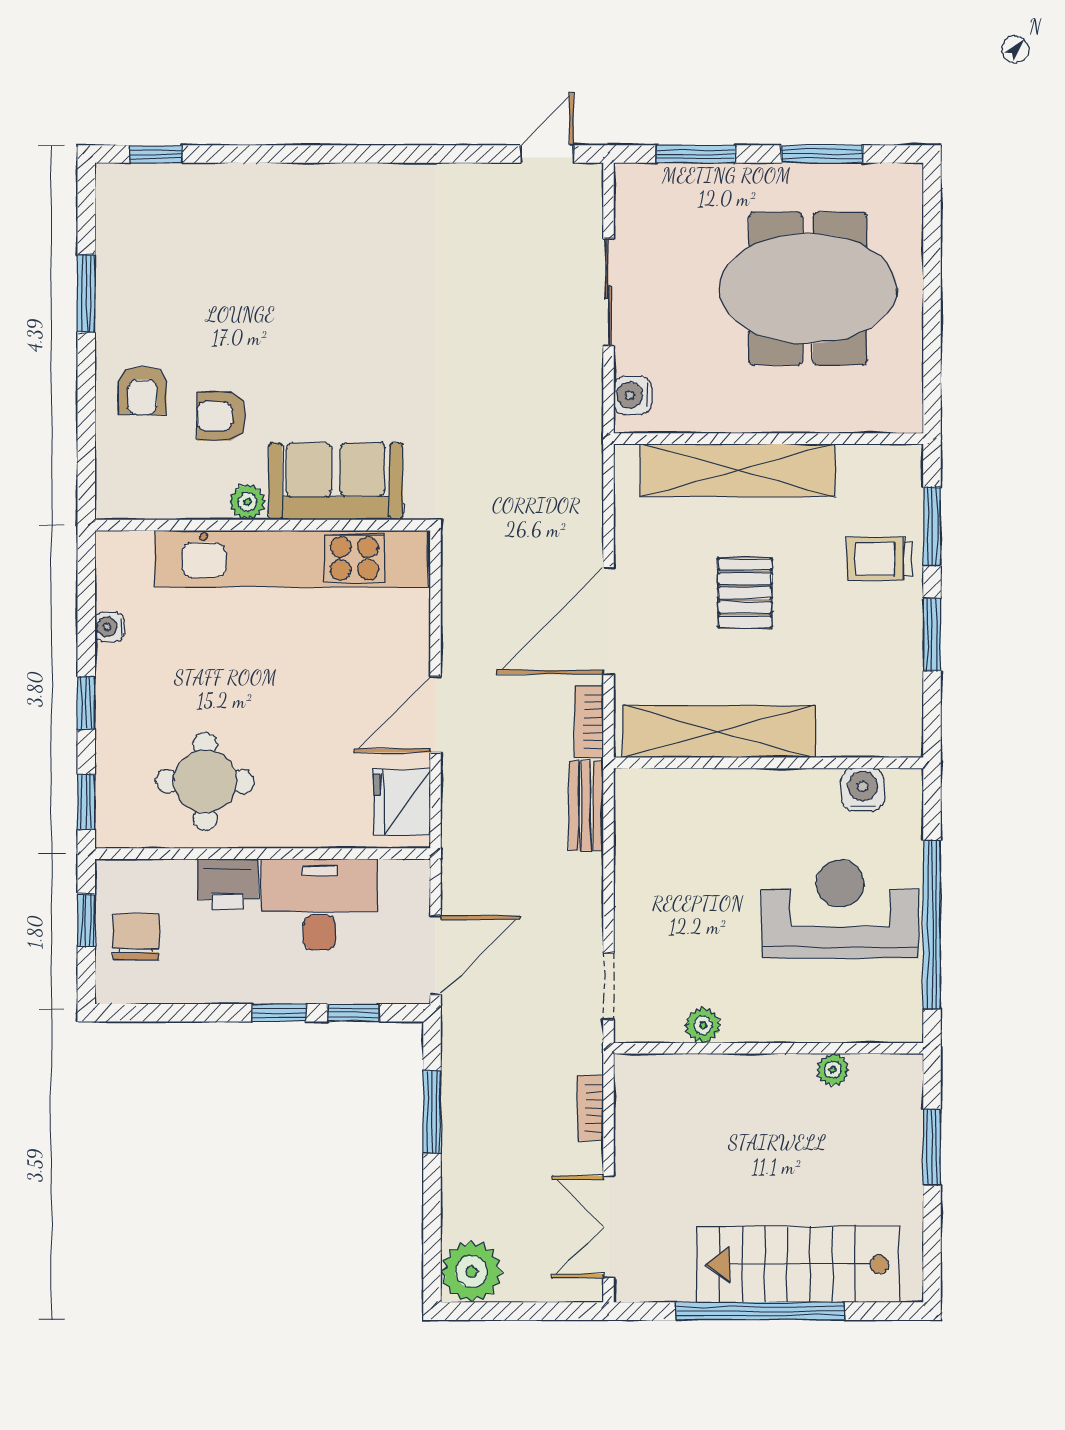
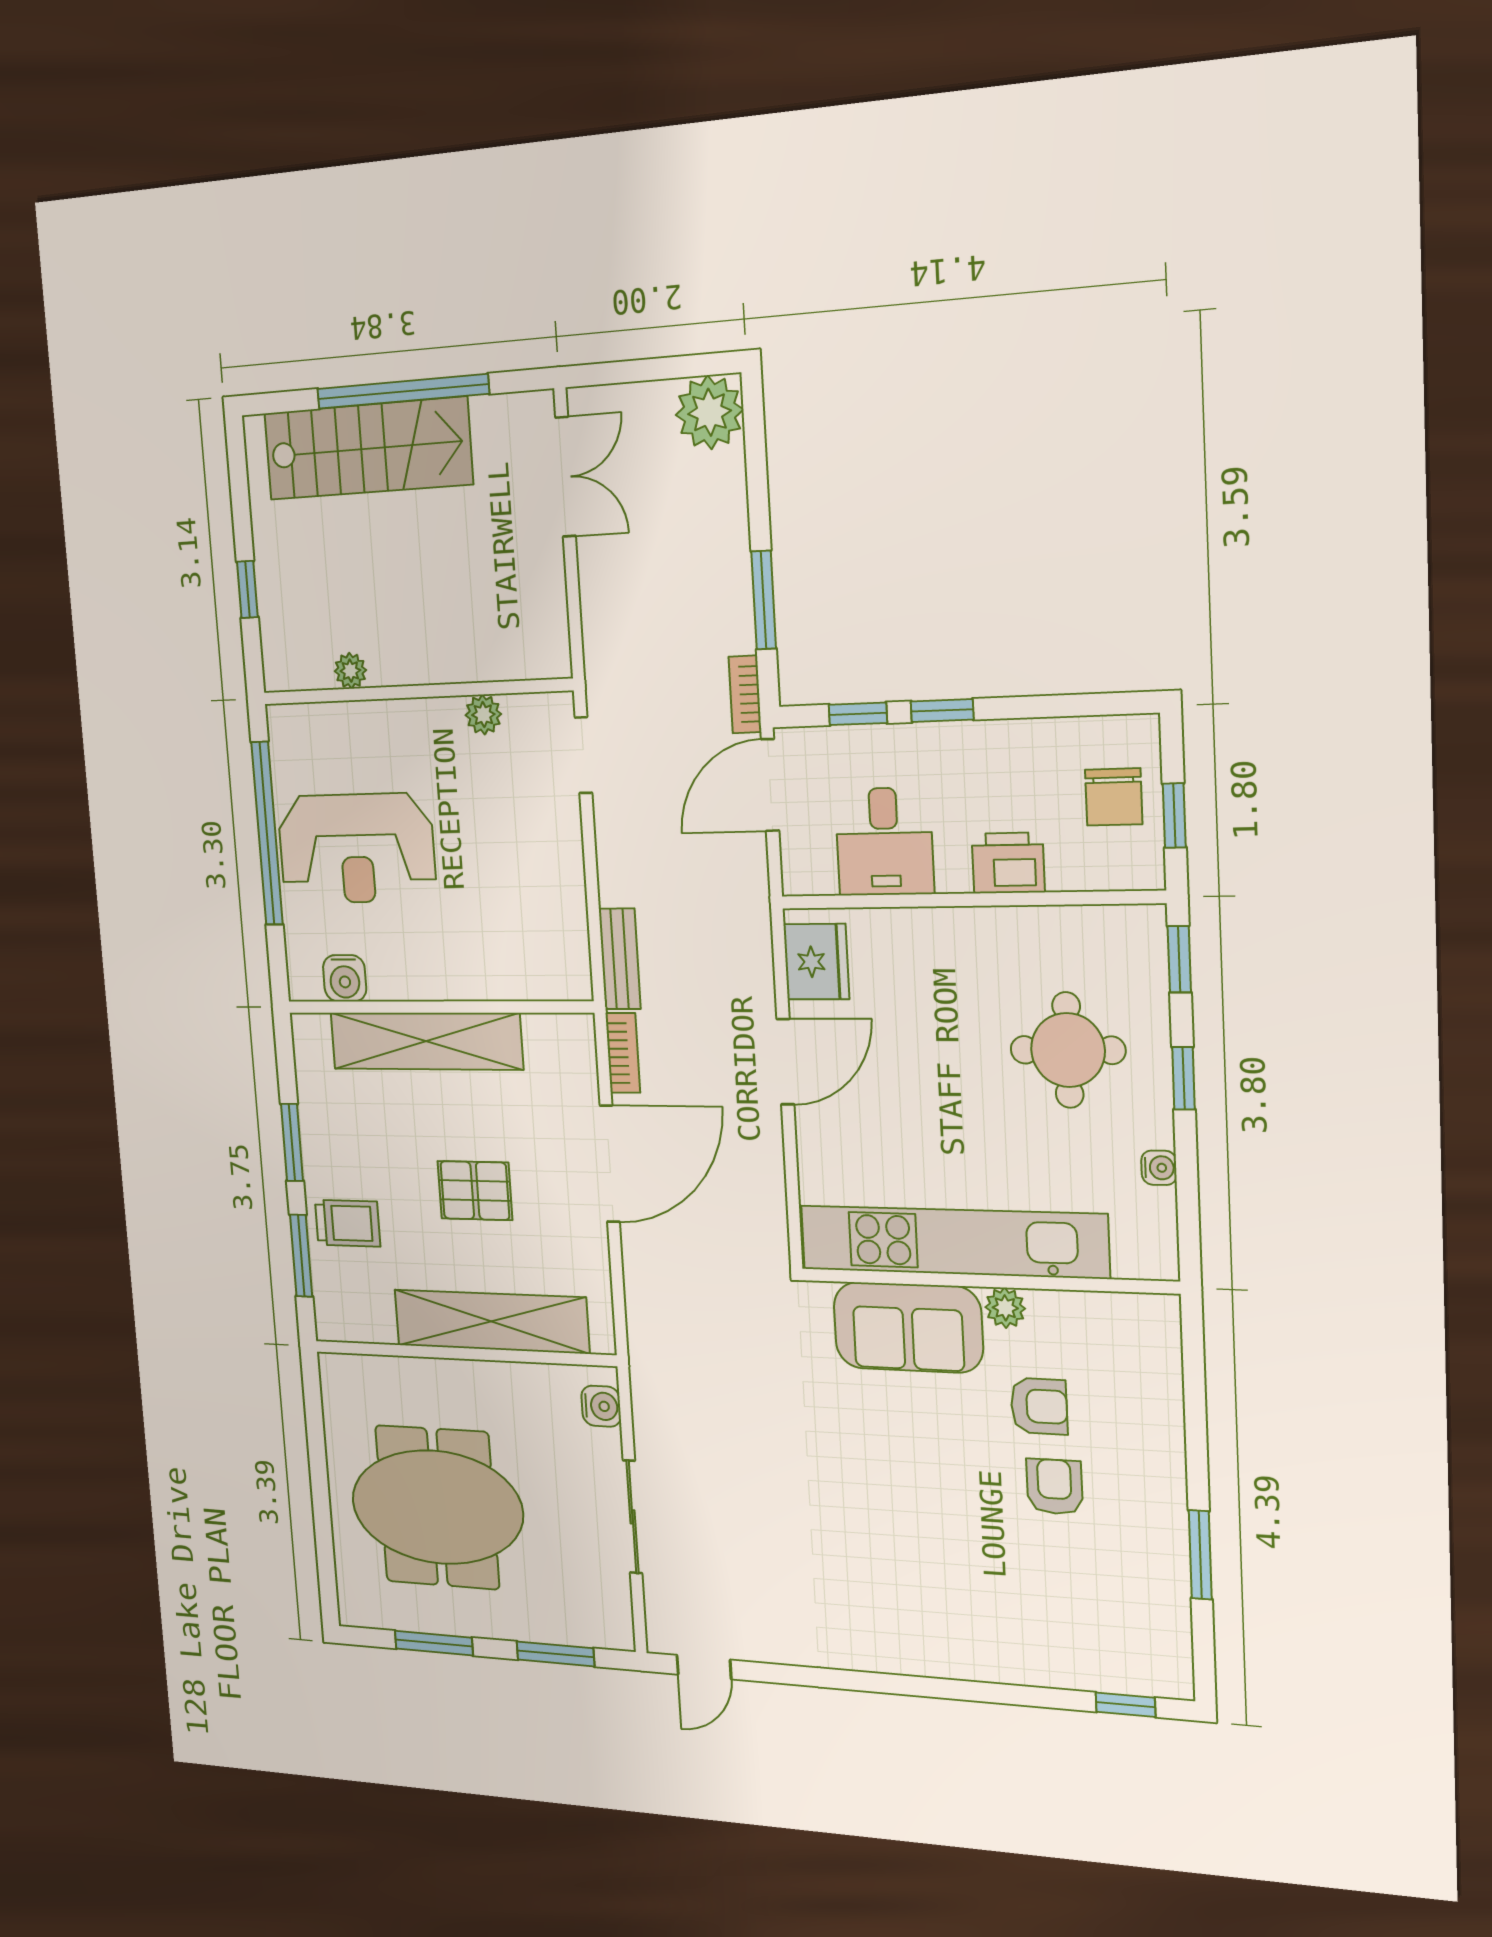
armchair: (142, 390) -> (1055, 1487), moved
pallet: (745, 593) -> (475, 1191), turned 90
shelving: (719, 731) -> (426, 1041), moved
round table: (205, 781) -> (1068, 1050), moved
desk: (319, 904) -> (884, 842), width x0.73
bookcase: (590, 1108) -> (745, 694), moved, turned 180
window: (932, 1147) -> (247, 589), width x0.67

